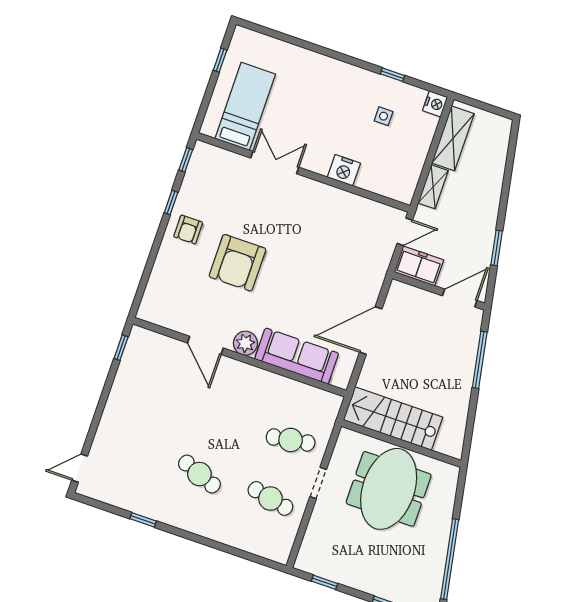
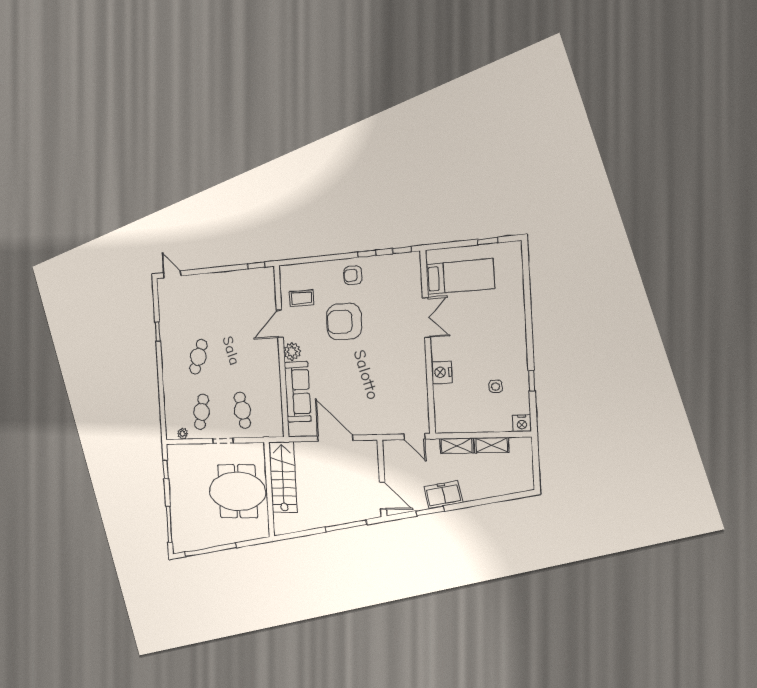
shelving: (453, 138) -> (491, 445), width x0.67, depth x0.75
freezer: (419, 266) -> (443, 494), moved, turned -100
coffee table: (187, 305) -> (301, 298), added
plant: (288, 538) -> (183, 434), added

